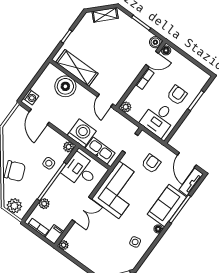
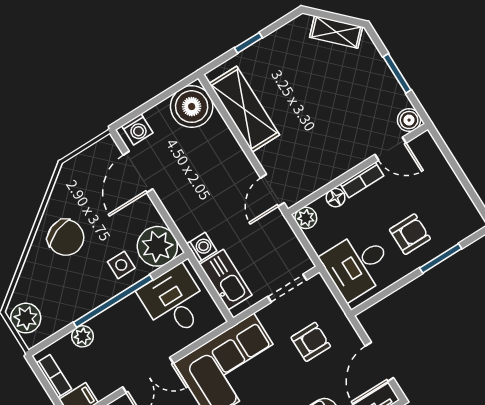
floor lamp: (166, 50) -> (336, 198), moved
boiler: (65, 86) -> (192, 107), moved
washing machine: (82, 133) -> (202, 247), width x0.53, depth x0.53
plant: (69, 147) -> (157, 246), width x1.87, depth x1.87
chair: (15, 171) -> (66, 237), moved

